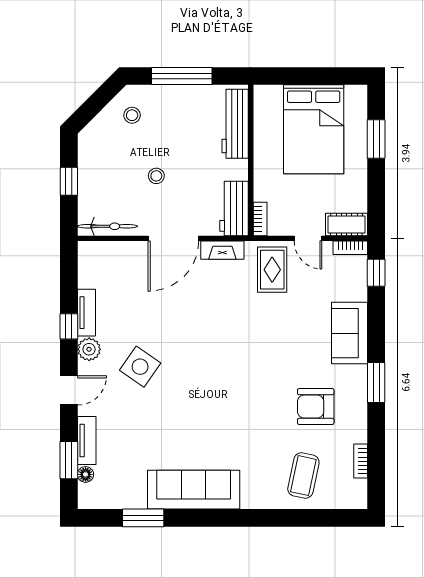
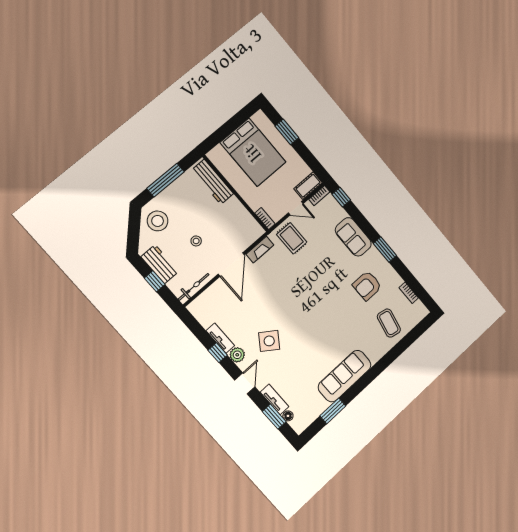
stool: (132, 115) -> (158, 221), width x1.89, depth x1.89
workbench: (234, 208) -> (160, 264), moved, turned 180

